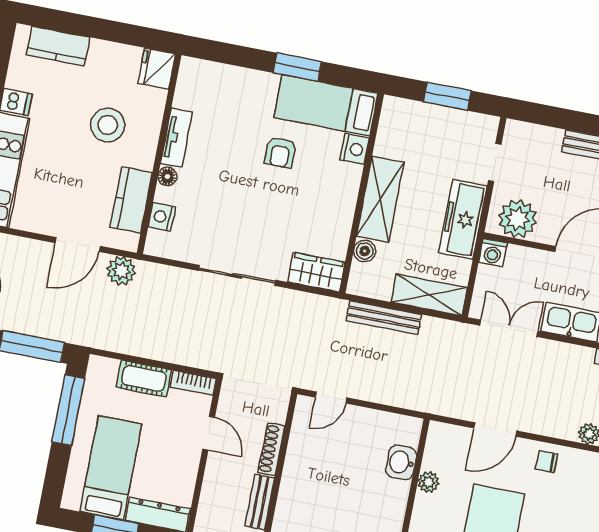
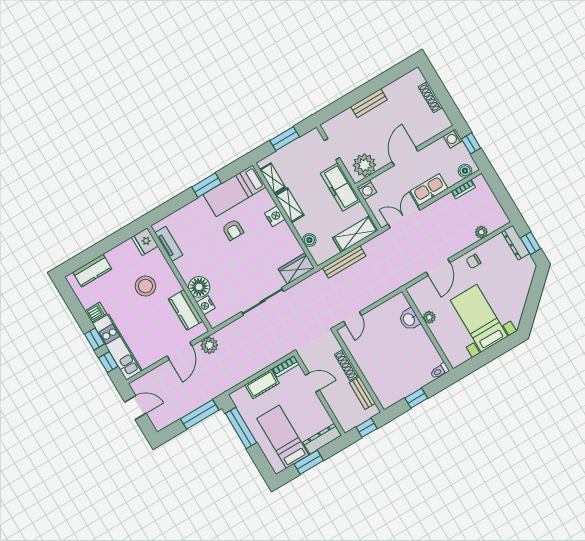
shelving: (388, 132) -> (273, 178), added
tv unit: (176, 138) -> (169, 244), moved
nightstand: (354, 149) -> (275, 216), moved
floor lamp: (167, 177) -> (199, 287), width x1.89, depth x1.89
shelving: (380, 199) -> (290, 205), width x0.67, depth x0.75

